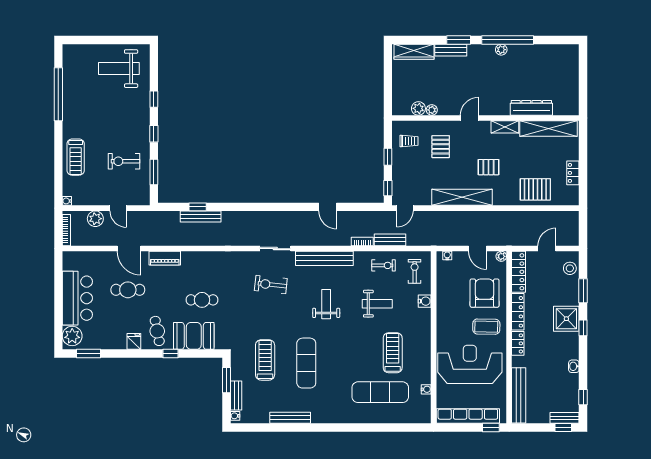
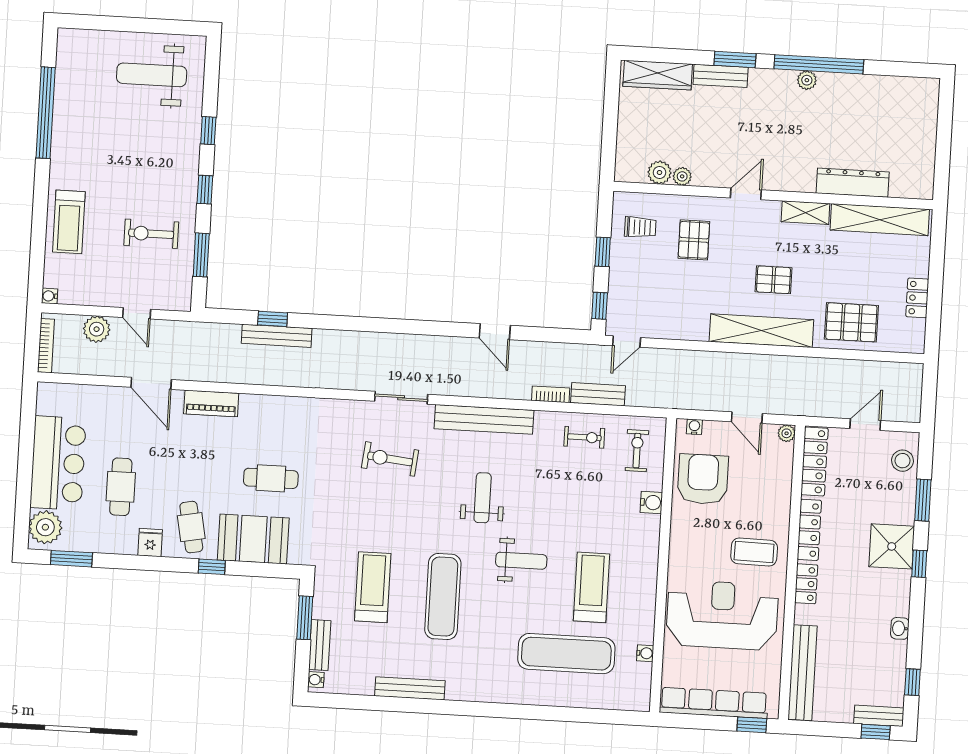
shelving: (462, 197) -> (761, 331), moved
cafe table: (128, 290) -> (121, 487), moved, turned 90
armchair: (485, 293) -> (703, 479), moved
weight bench: (377, 304) -> (521, 561), moved

